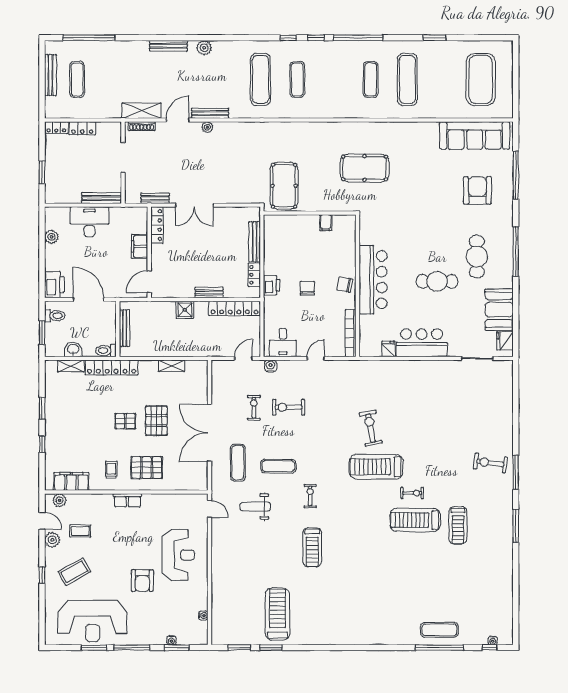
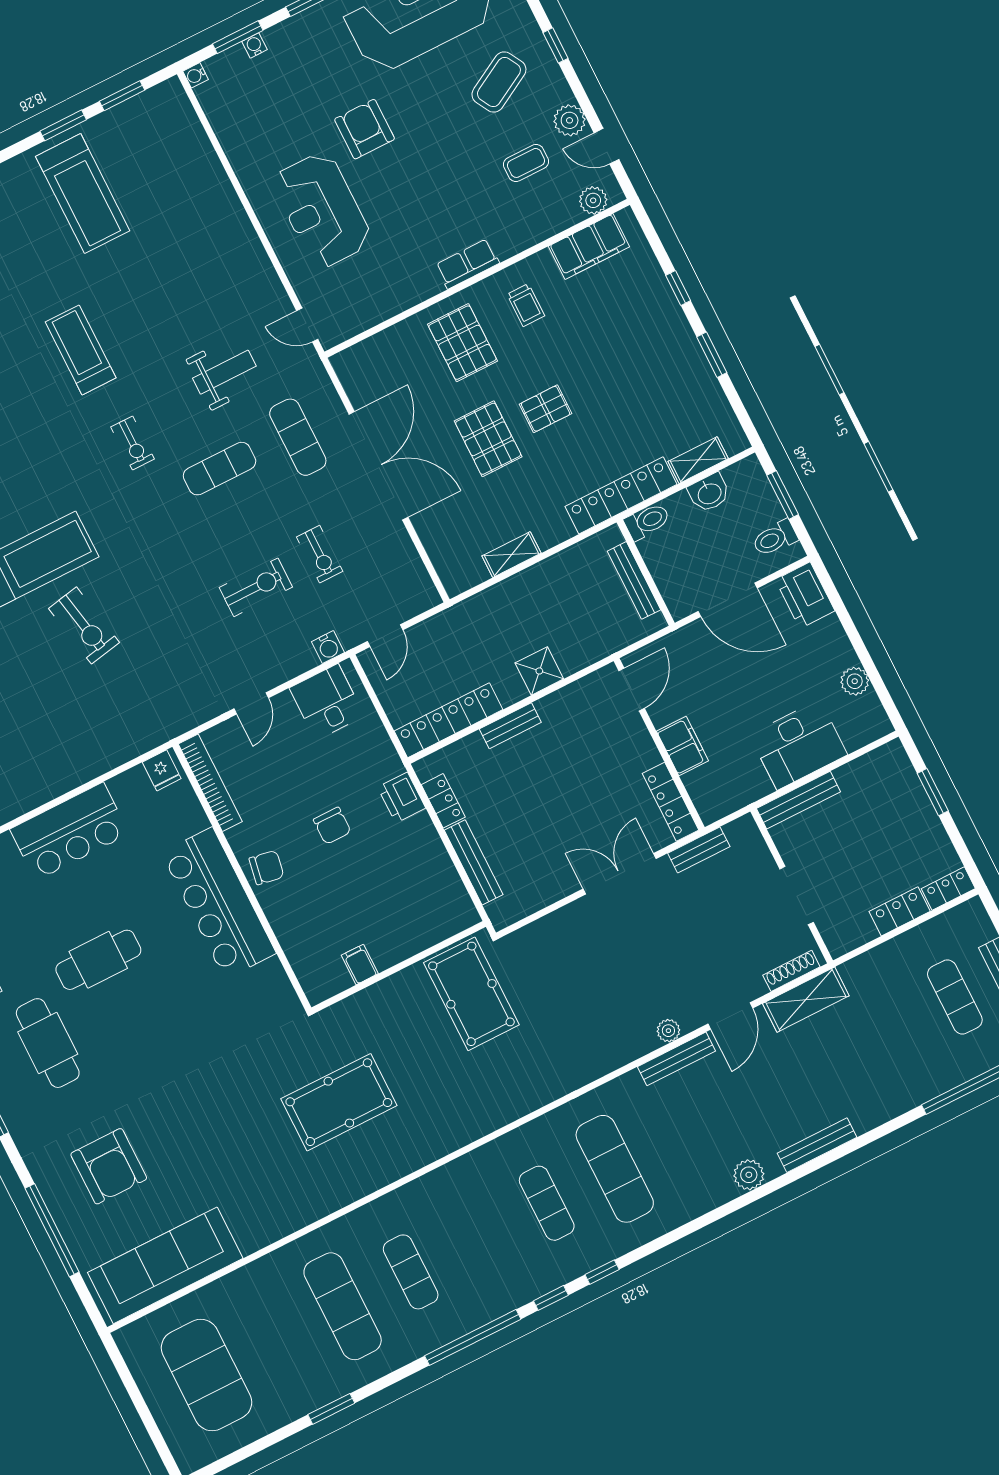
fridge: (389, 349) -> (162, 770), moved
pallet: (147, 468) -> (462, 343), turned 90
water cooler: (203, 615) -> (196, 75), moved

